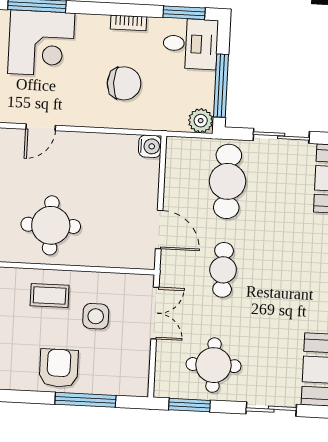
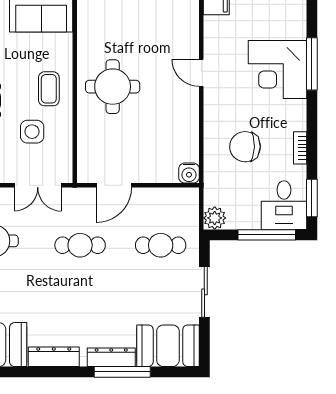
chair: (124, 83) -> (245, 147), turned 92
window: (221, 86) -> (267, 235), moved
cafe table: (228, 181) -> (161, 245), width x0.73, depth x0.74

